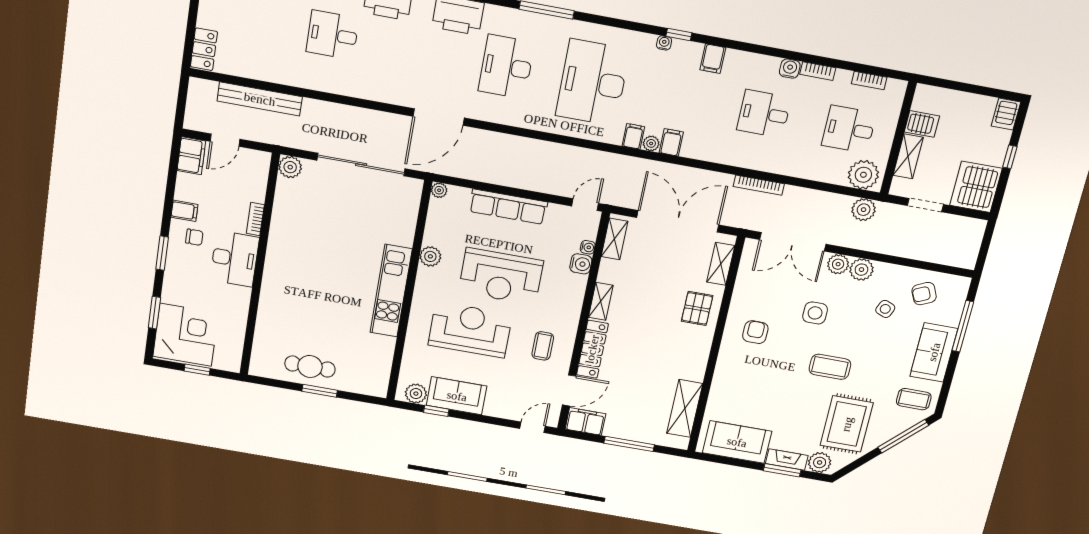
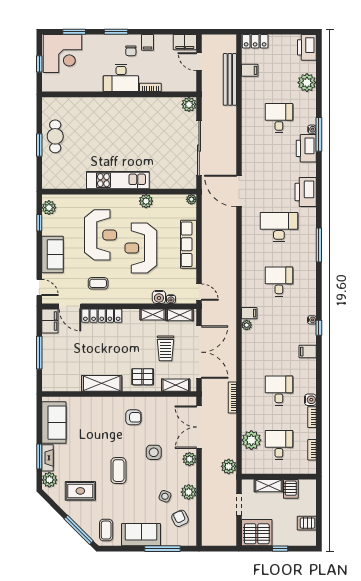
desk: (593, 82) -> (279, 281), width x0.53, depth x0.77
server rack: (1006, 114) -> (307, 523), moved
filing cabinet: (671, 142) -> (250, 70), moved
plant: (863, 175) -> (251, 440), moved
trolley: (661, 268) -> (166, 348), added
plant: (861, 270) -> (189, 492), moved
shelving: (601, 301) -> (153, 314), moved
sofa: (457, 396) -> (52, 254), moved
shelving: (685, 408) -> (102, 383), moved
rug: (847, 424) -> (80, 491), width x0.73, depth x0.70

